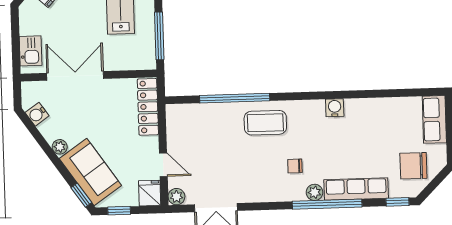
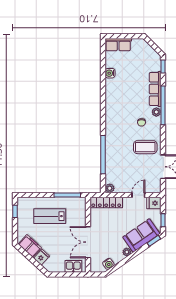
water cooler: (335, 108) -> (110, 73), moved
coffee table: (265, 123) -> (145, 147), moved, turned 90
chair: (413, 166) -> (143, 57), removed
plant: (176, 197) -> (110, 188), moved

